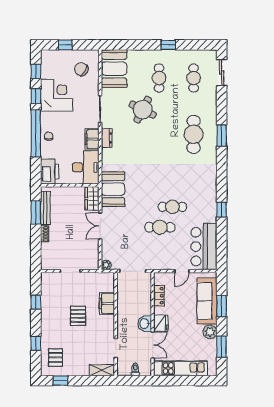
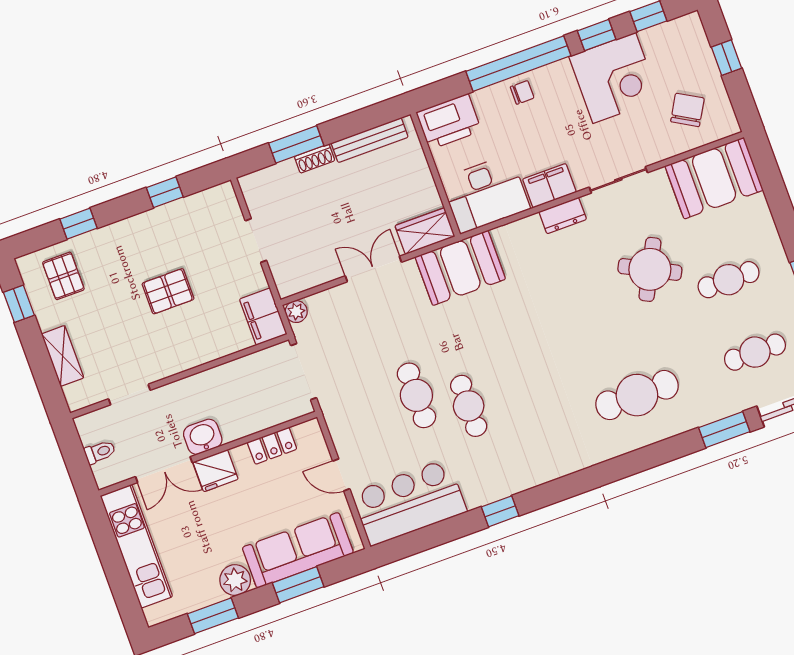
window: (222, 136) -> (724, 430), moved
window: (36, 213) -> (296, 144), moved
filing cabinet: (107, 304) -> (263, 317), moved, turned -90
pallet: (56, 358) -> (63, 276), turned 90
shelving: (102, 370) -> (63, 356), moved

